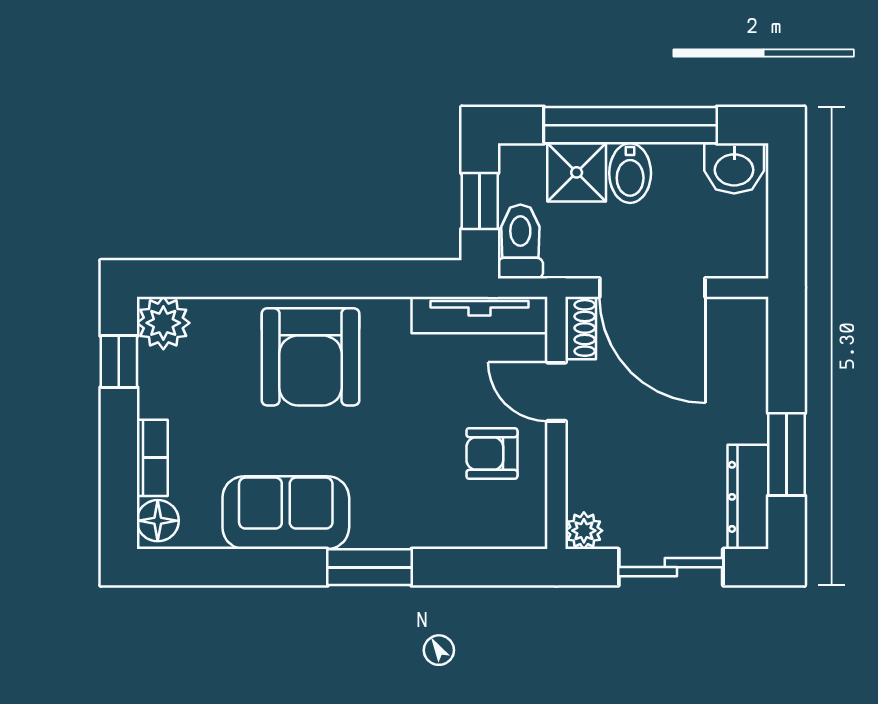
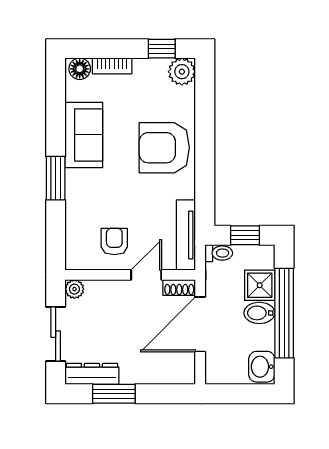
toilet: (520, 241) -> (219, 253), width x0.73, depth x0.72

